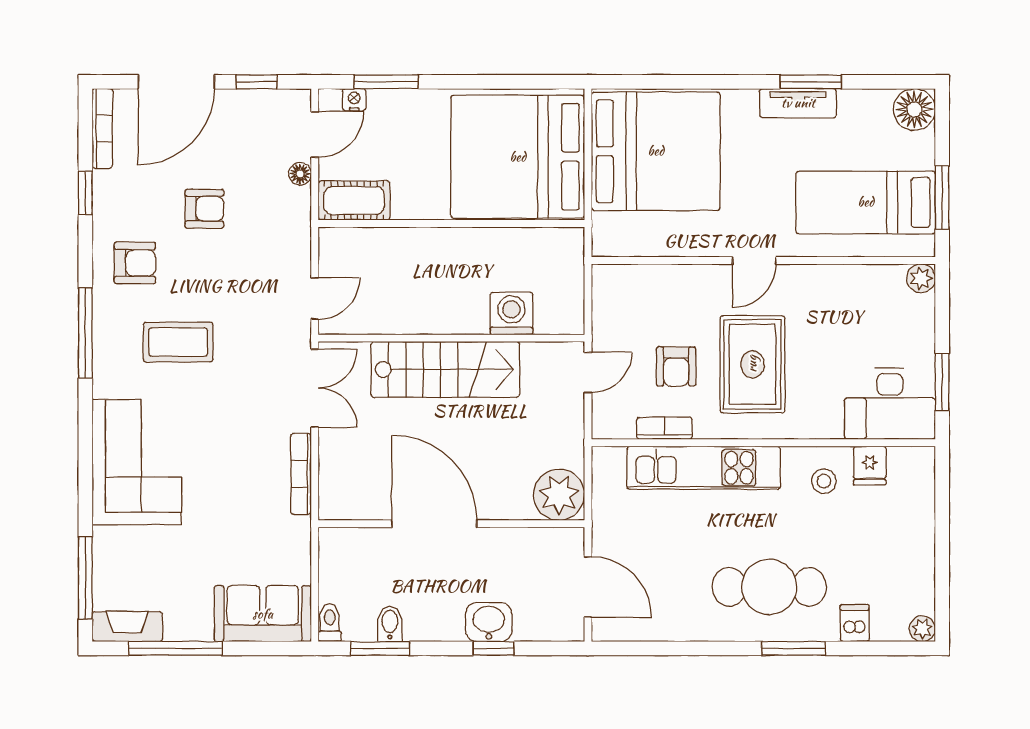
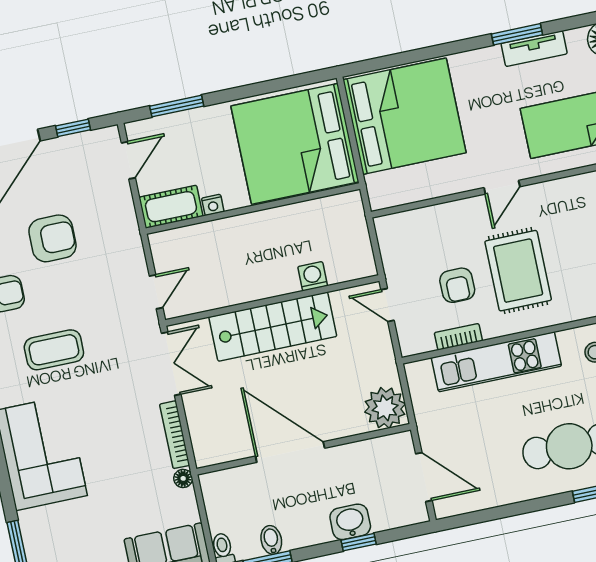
nightstand: (354, 100) -> (213, 205), moved, turned 180
tv unit: (798, 103) -> (534, 49), moved
floor lamp: (300, 174) -> (183, 478), moved
armchair: (204, 209) -> (52, 238), width x1.38, depth x1.38
washing machine: (511, 313) -> (313, 276), width x0.73, depth x0.73
door: (588, 373) -> (388, 305), swing flipped

